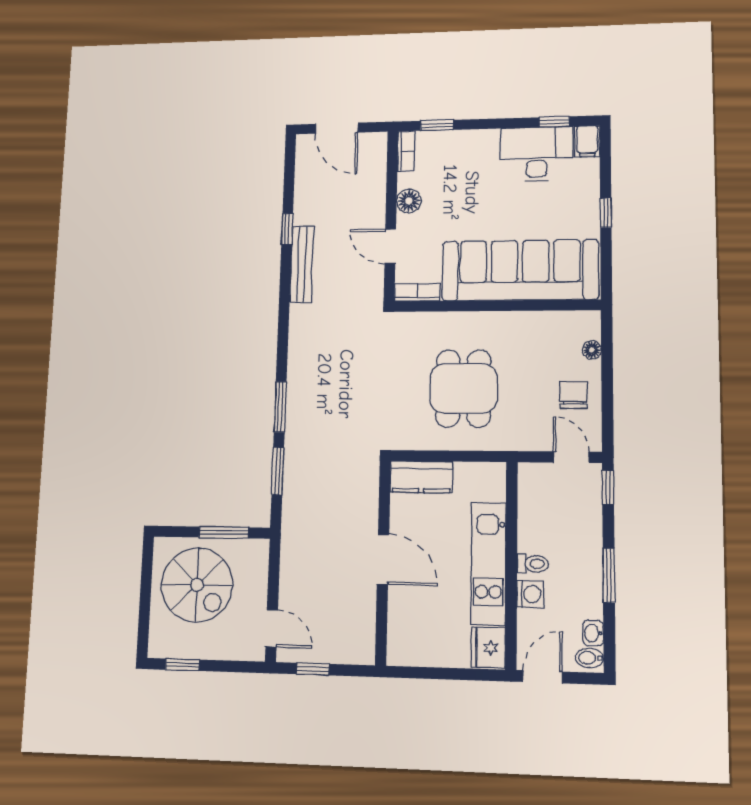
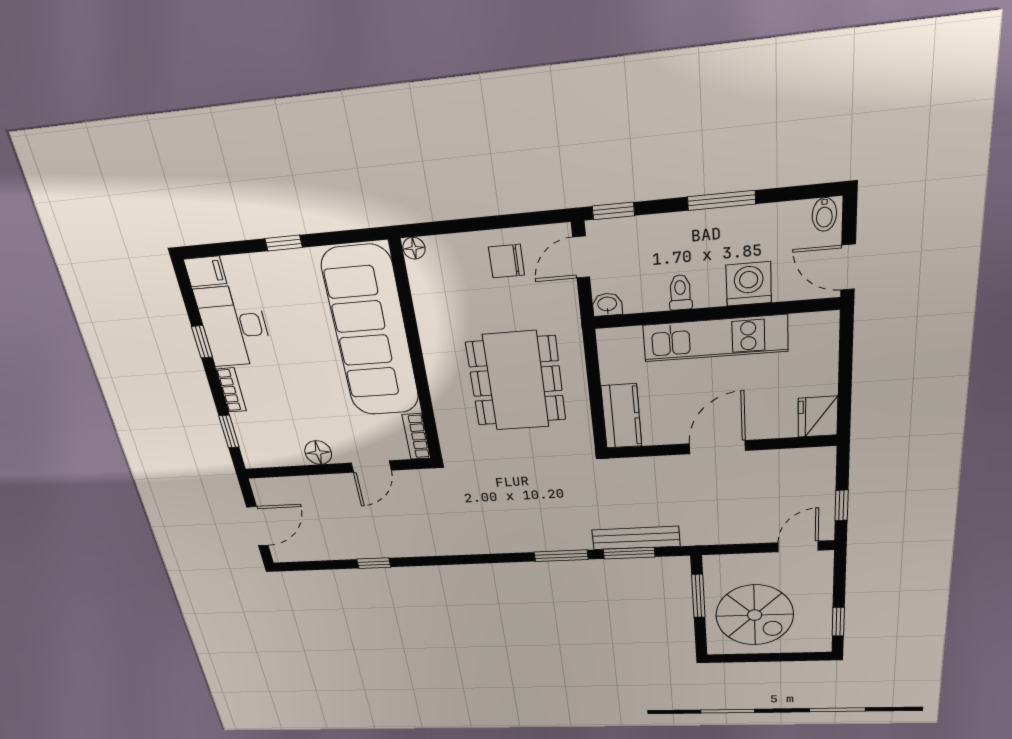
window: (554, 122) -> (202, 342), moved
bookcase: (406, 151) -> (231, 390), moved, turned 90
bench: (302, 264) -> (636, 538), moved
floor lamp: (592, 350) -> (414, 248), moved
dining table: (463, 388) -> (516, 381), width x1.37
toilet: (533, 564) -> (680, 292), moved
spiral stairs: (197, 585) -> (755, 615), turned 90
washing machine: (530, 594) -> (749, 284), width x1.38, depth x1.38
washbasin: (593, 633) -> (607, 305), moved, turned 180
fridge: (488, 648) -> (818, 417), moved, turned 90

